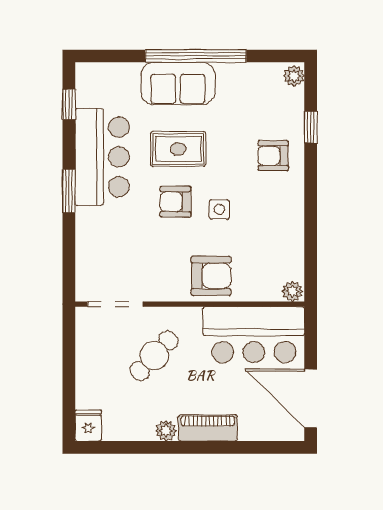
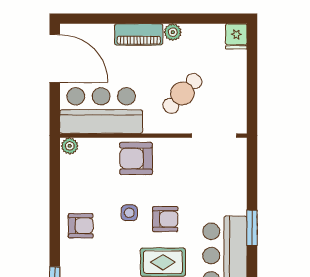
armchair: (273, 156) -> (81, 226), moved

